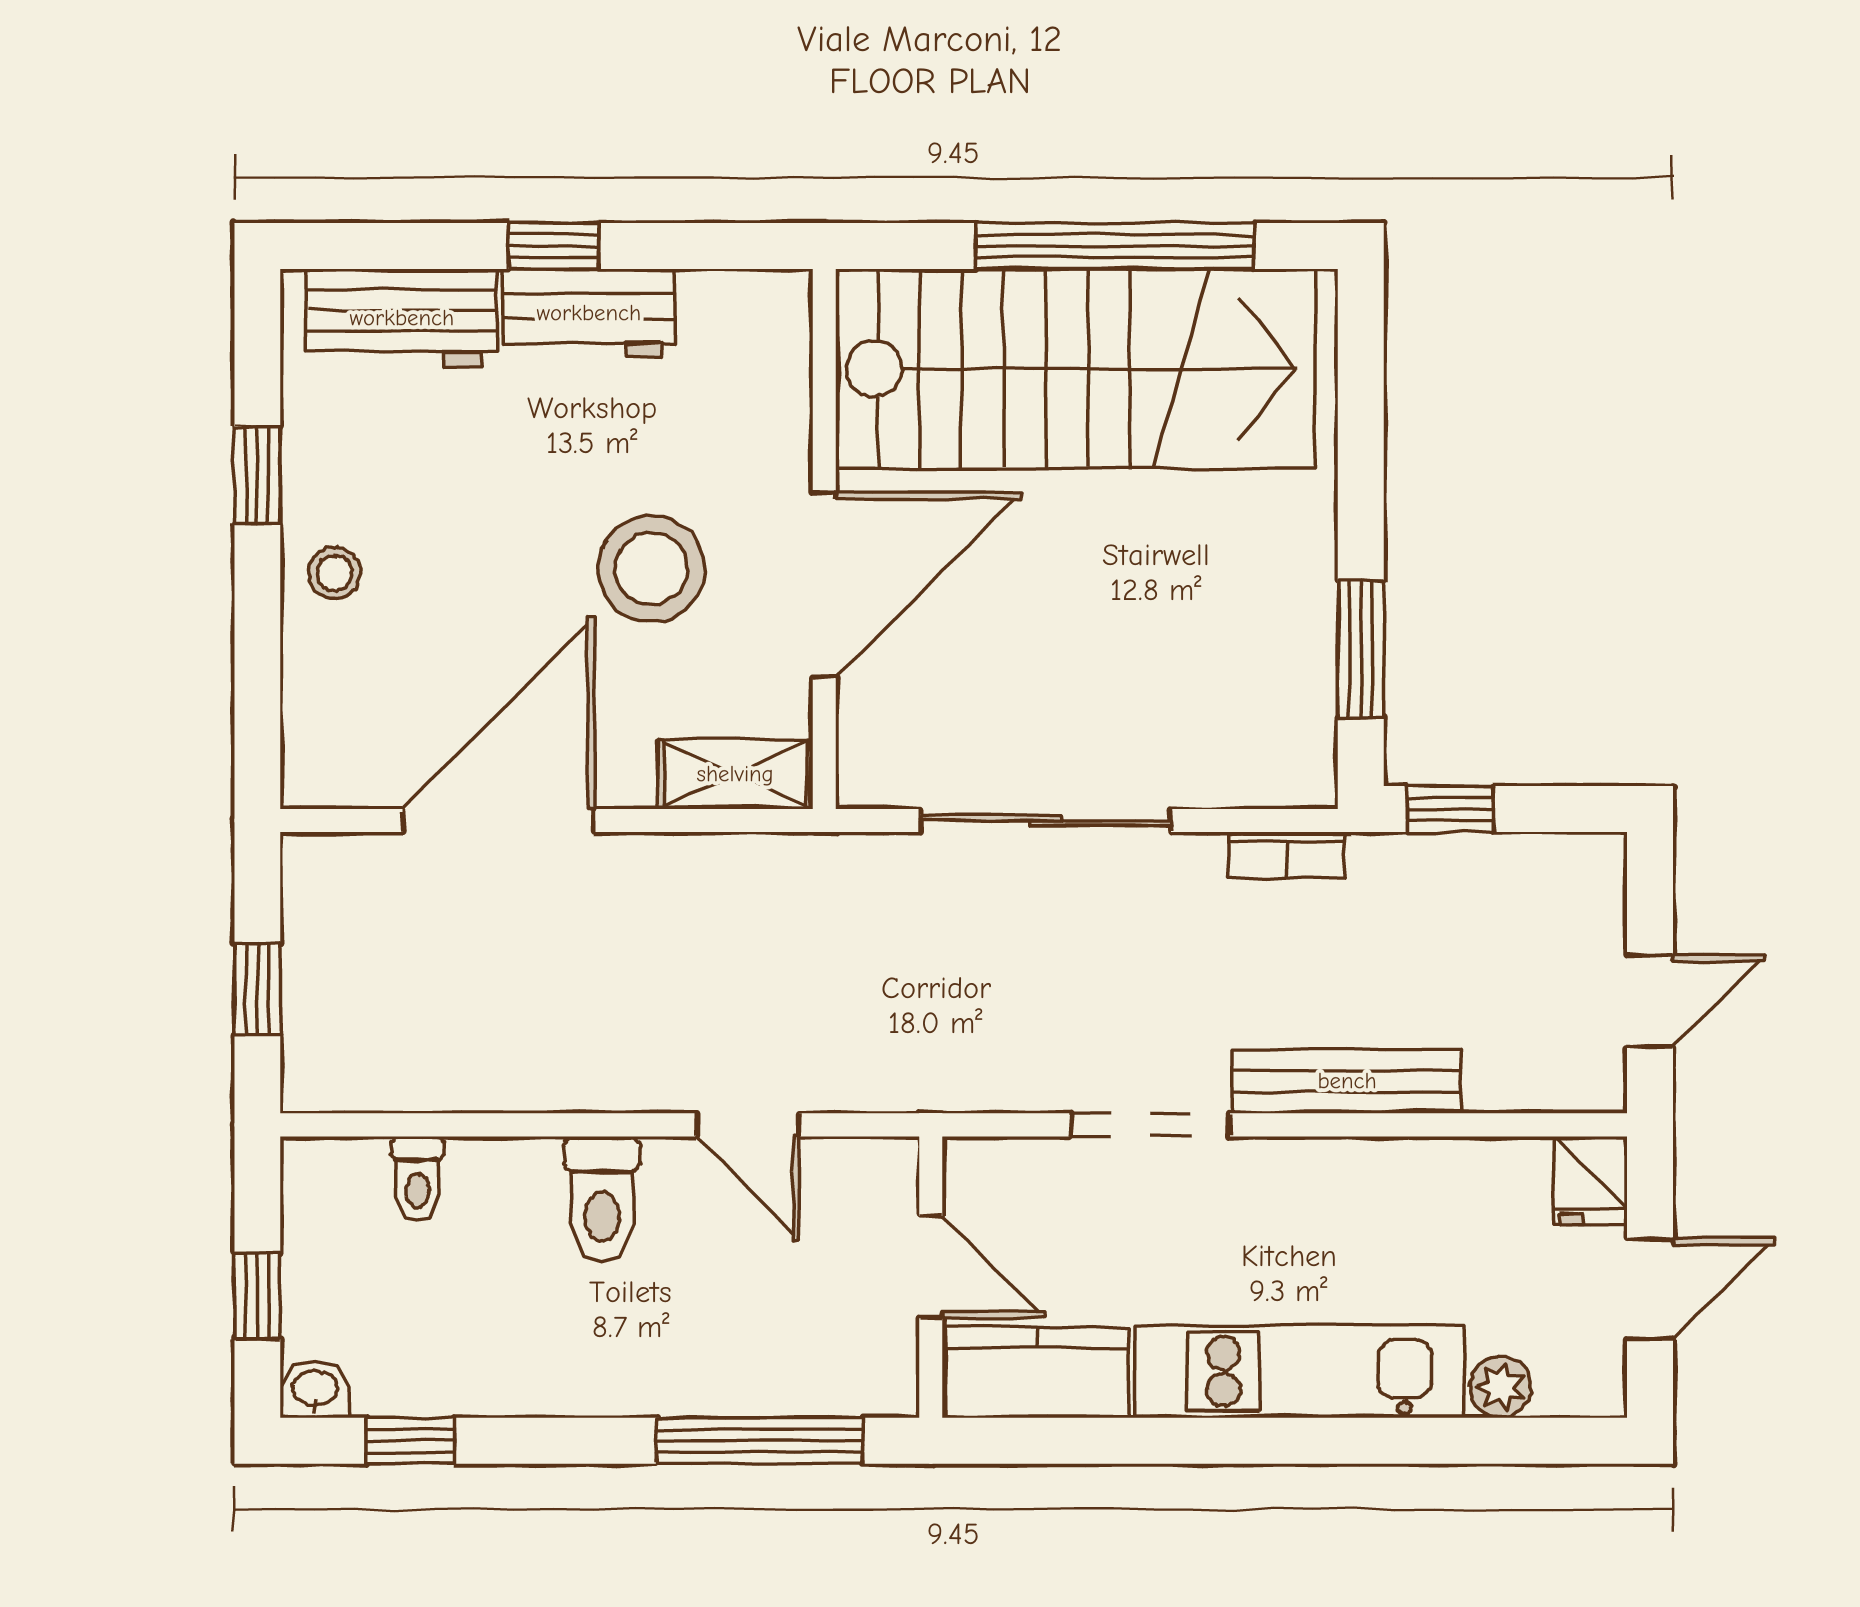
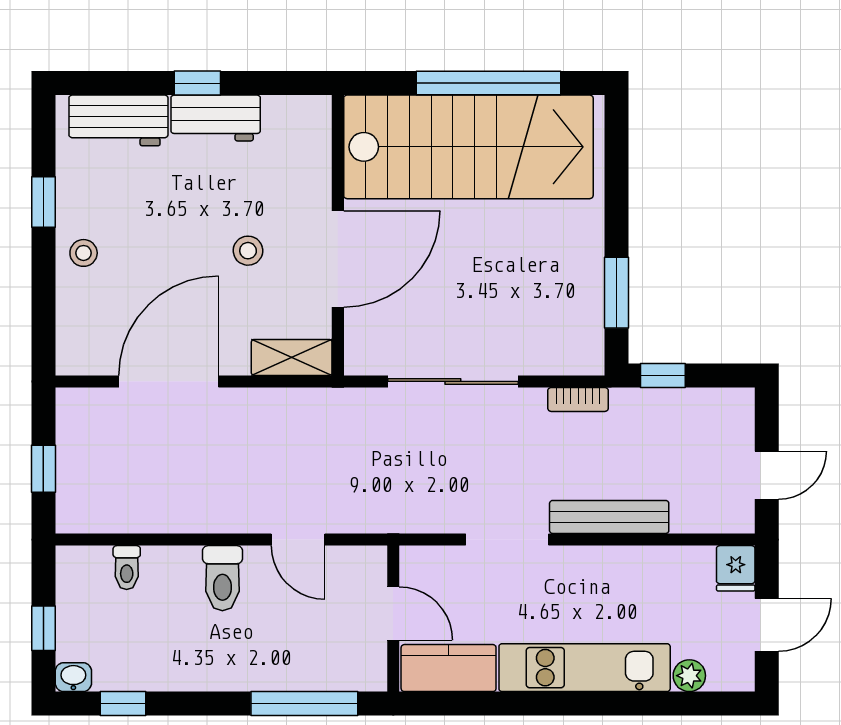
stool: (651, 569) -> (248, 251), width x0.53, depth x0.53

